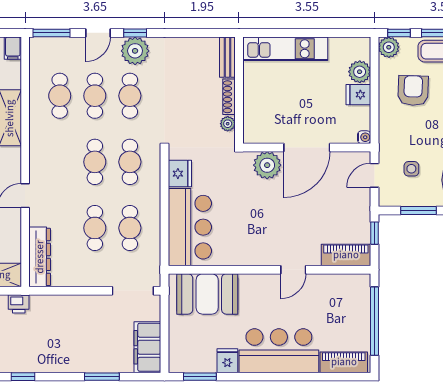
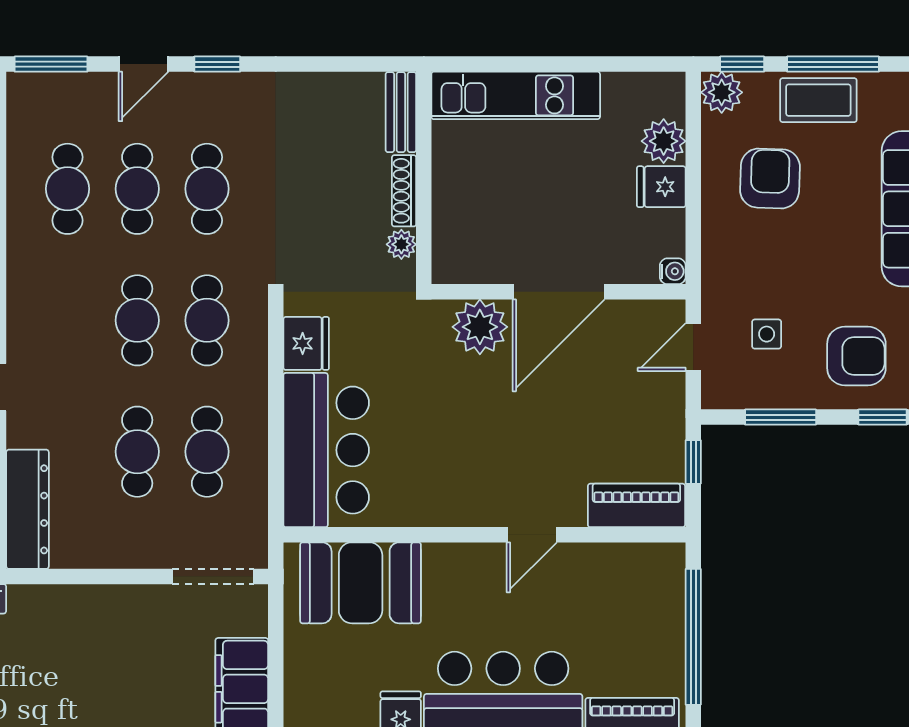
plant: (135, 51) -> (217, 99), removed

